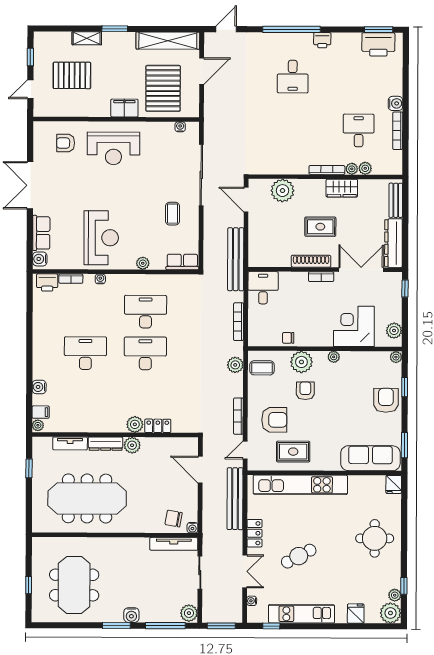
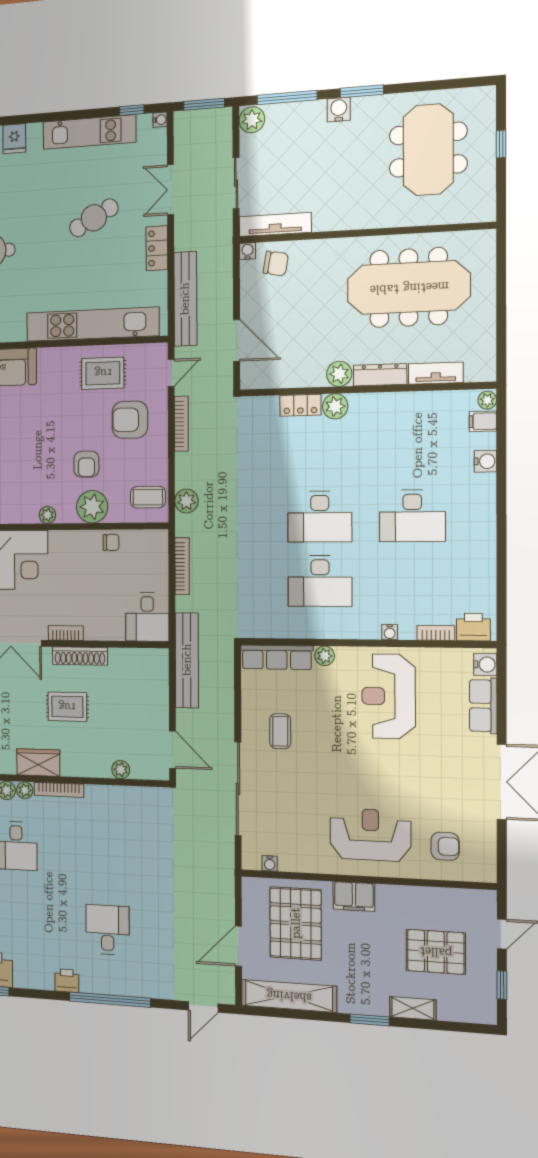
plant: (282, 191) -> (121, 770), width x0.53, depth x0.53
row of seats: (182, 262) -> (277, 657), width x1.48
window: (29, 468) -> (501, 331), removed
water cooler: (252, 601) -> (160, 120), moved

